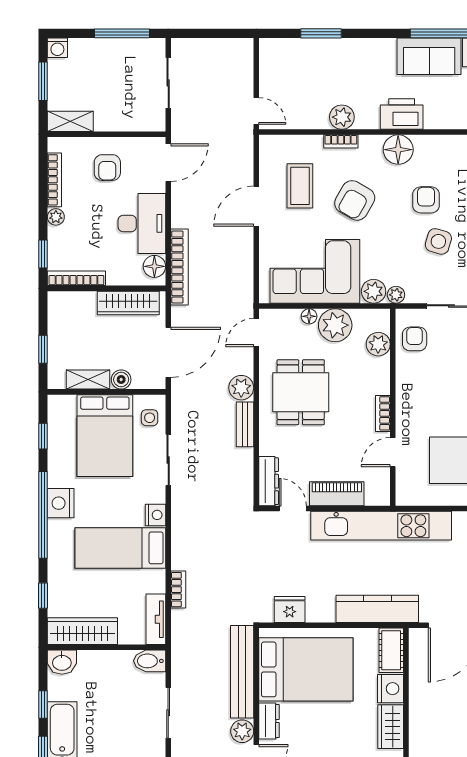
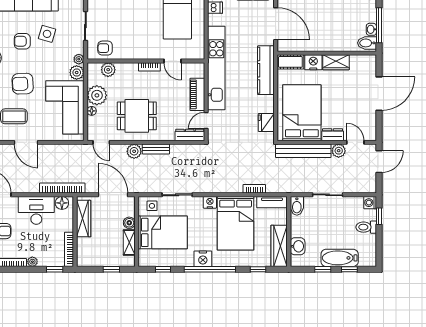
armchair: (355, 200) -> (23, 84), turned 147
bed: (120, 548) -> (236, 223), width x1.50
washbasin: (62, 662) -> (298, 246), moved

